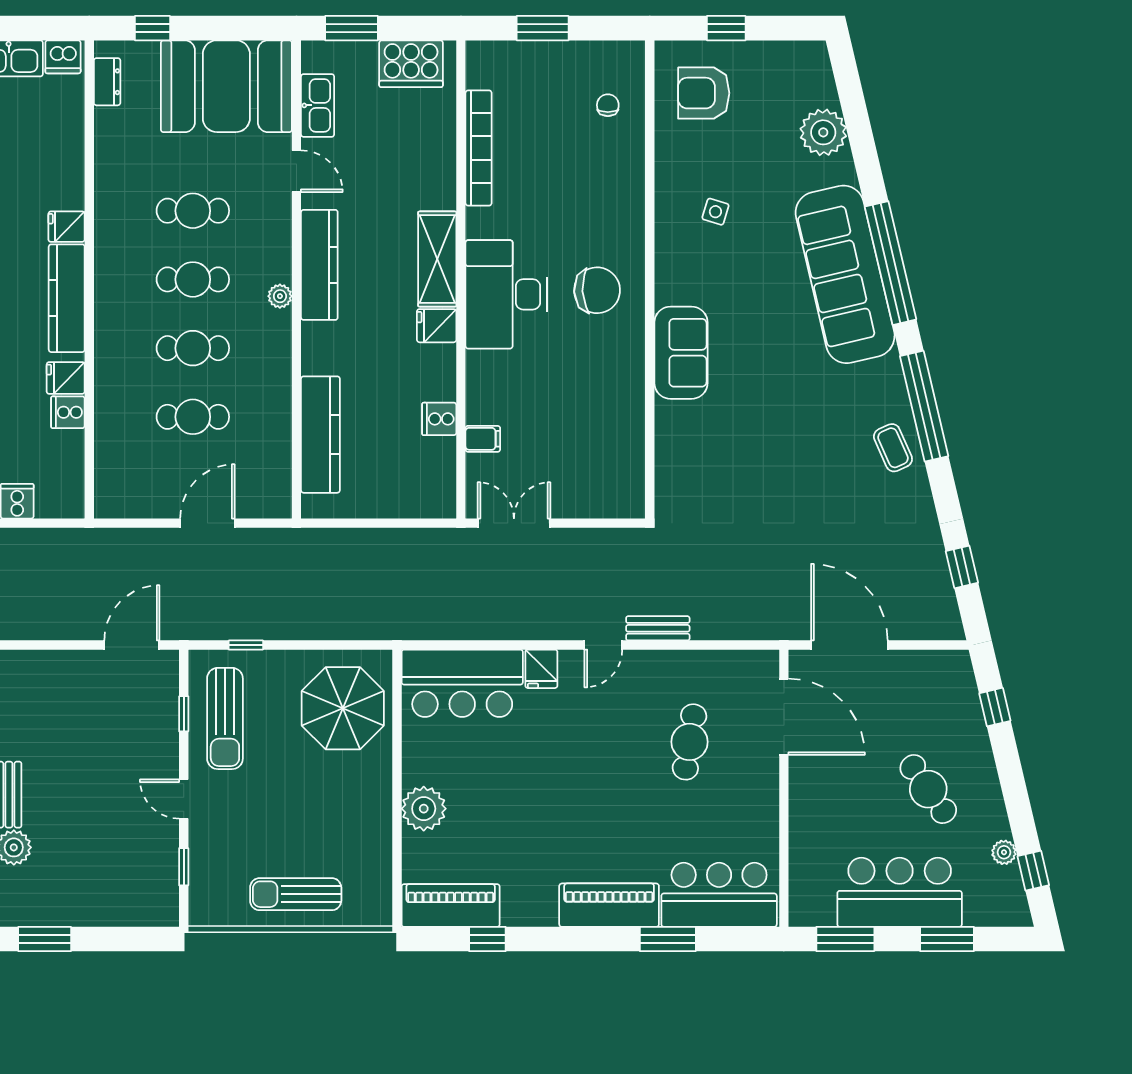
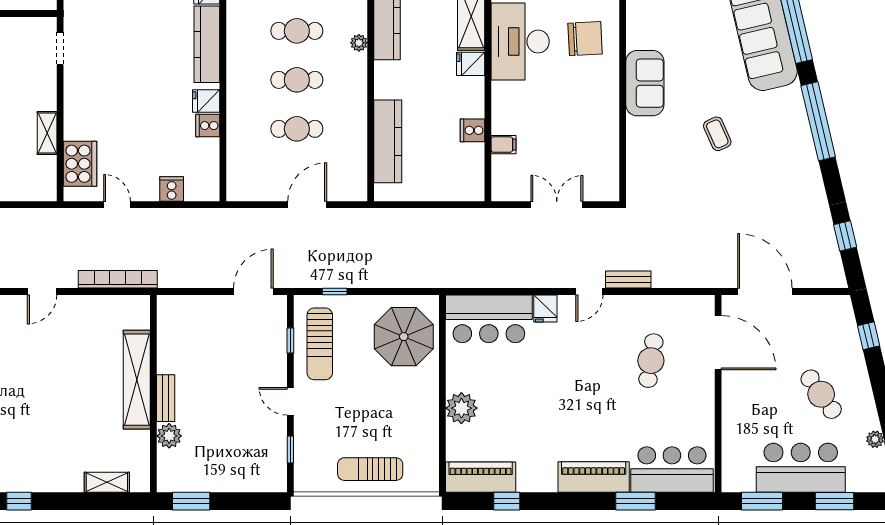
coffee table: (893, 448) -> (717, 134), moved
double door: (514, 523) -> (557, 205), moved

